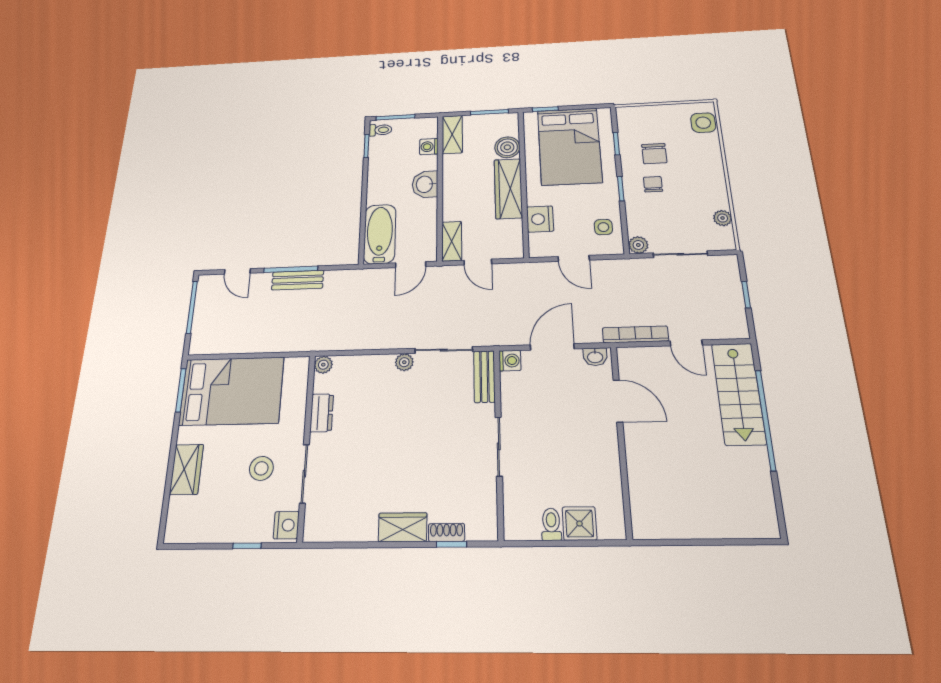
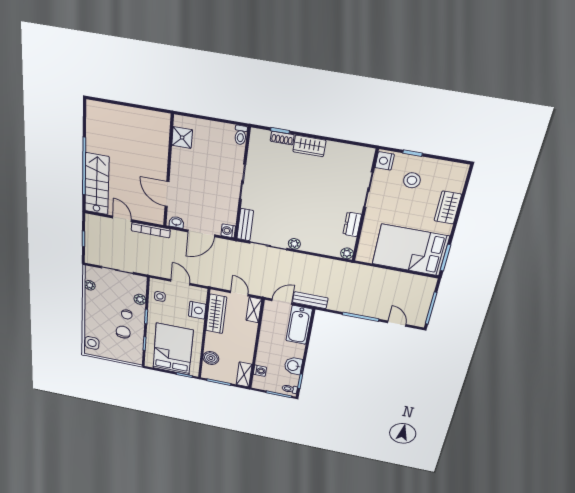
washbasin: (425, 184) -> (293, 366), moved, turned 180
wardrobe: (508, 188) -> (216, 314), moved
plant: (638, 245) -> (140, 299), moved
bench: (298, 280) -> (310, 300), moved
stool: (261, 468) -> (412, 180), moved
shower: (579, 523) -> (182, 137), moved
toilet: (551, 524) -> (241, 135), moved

